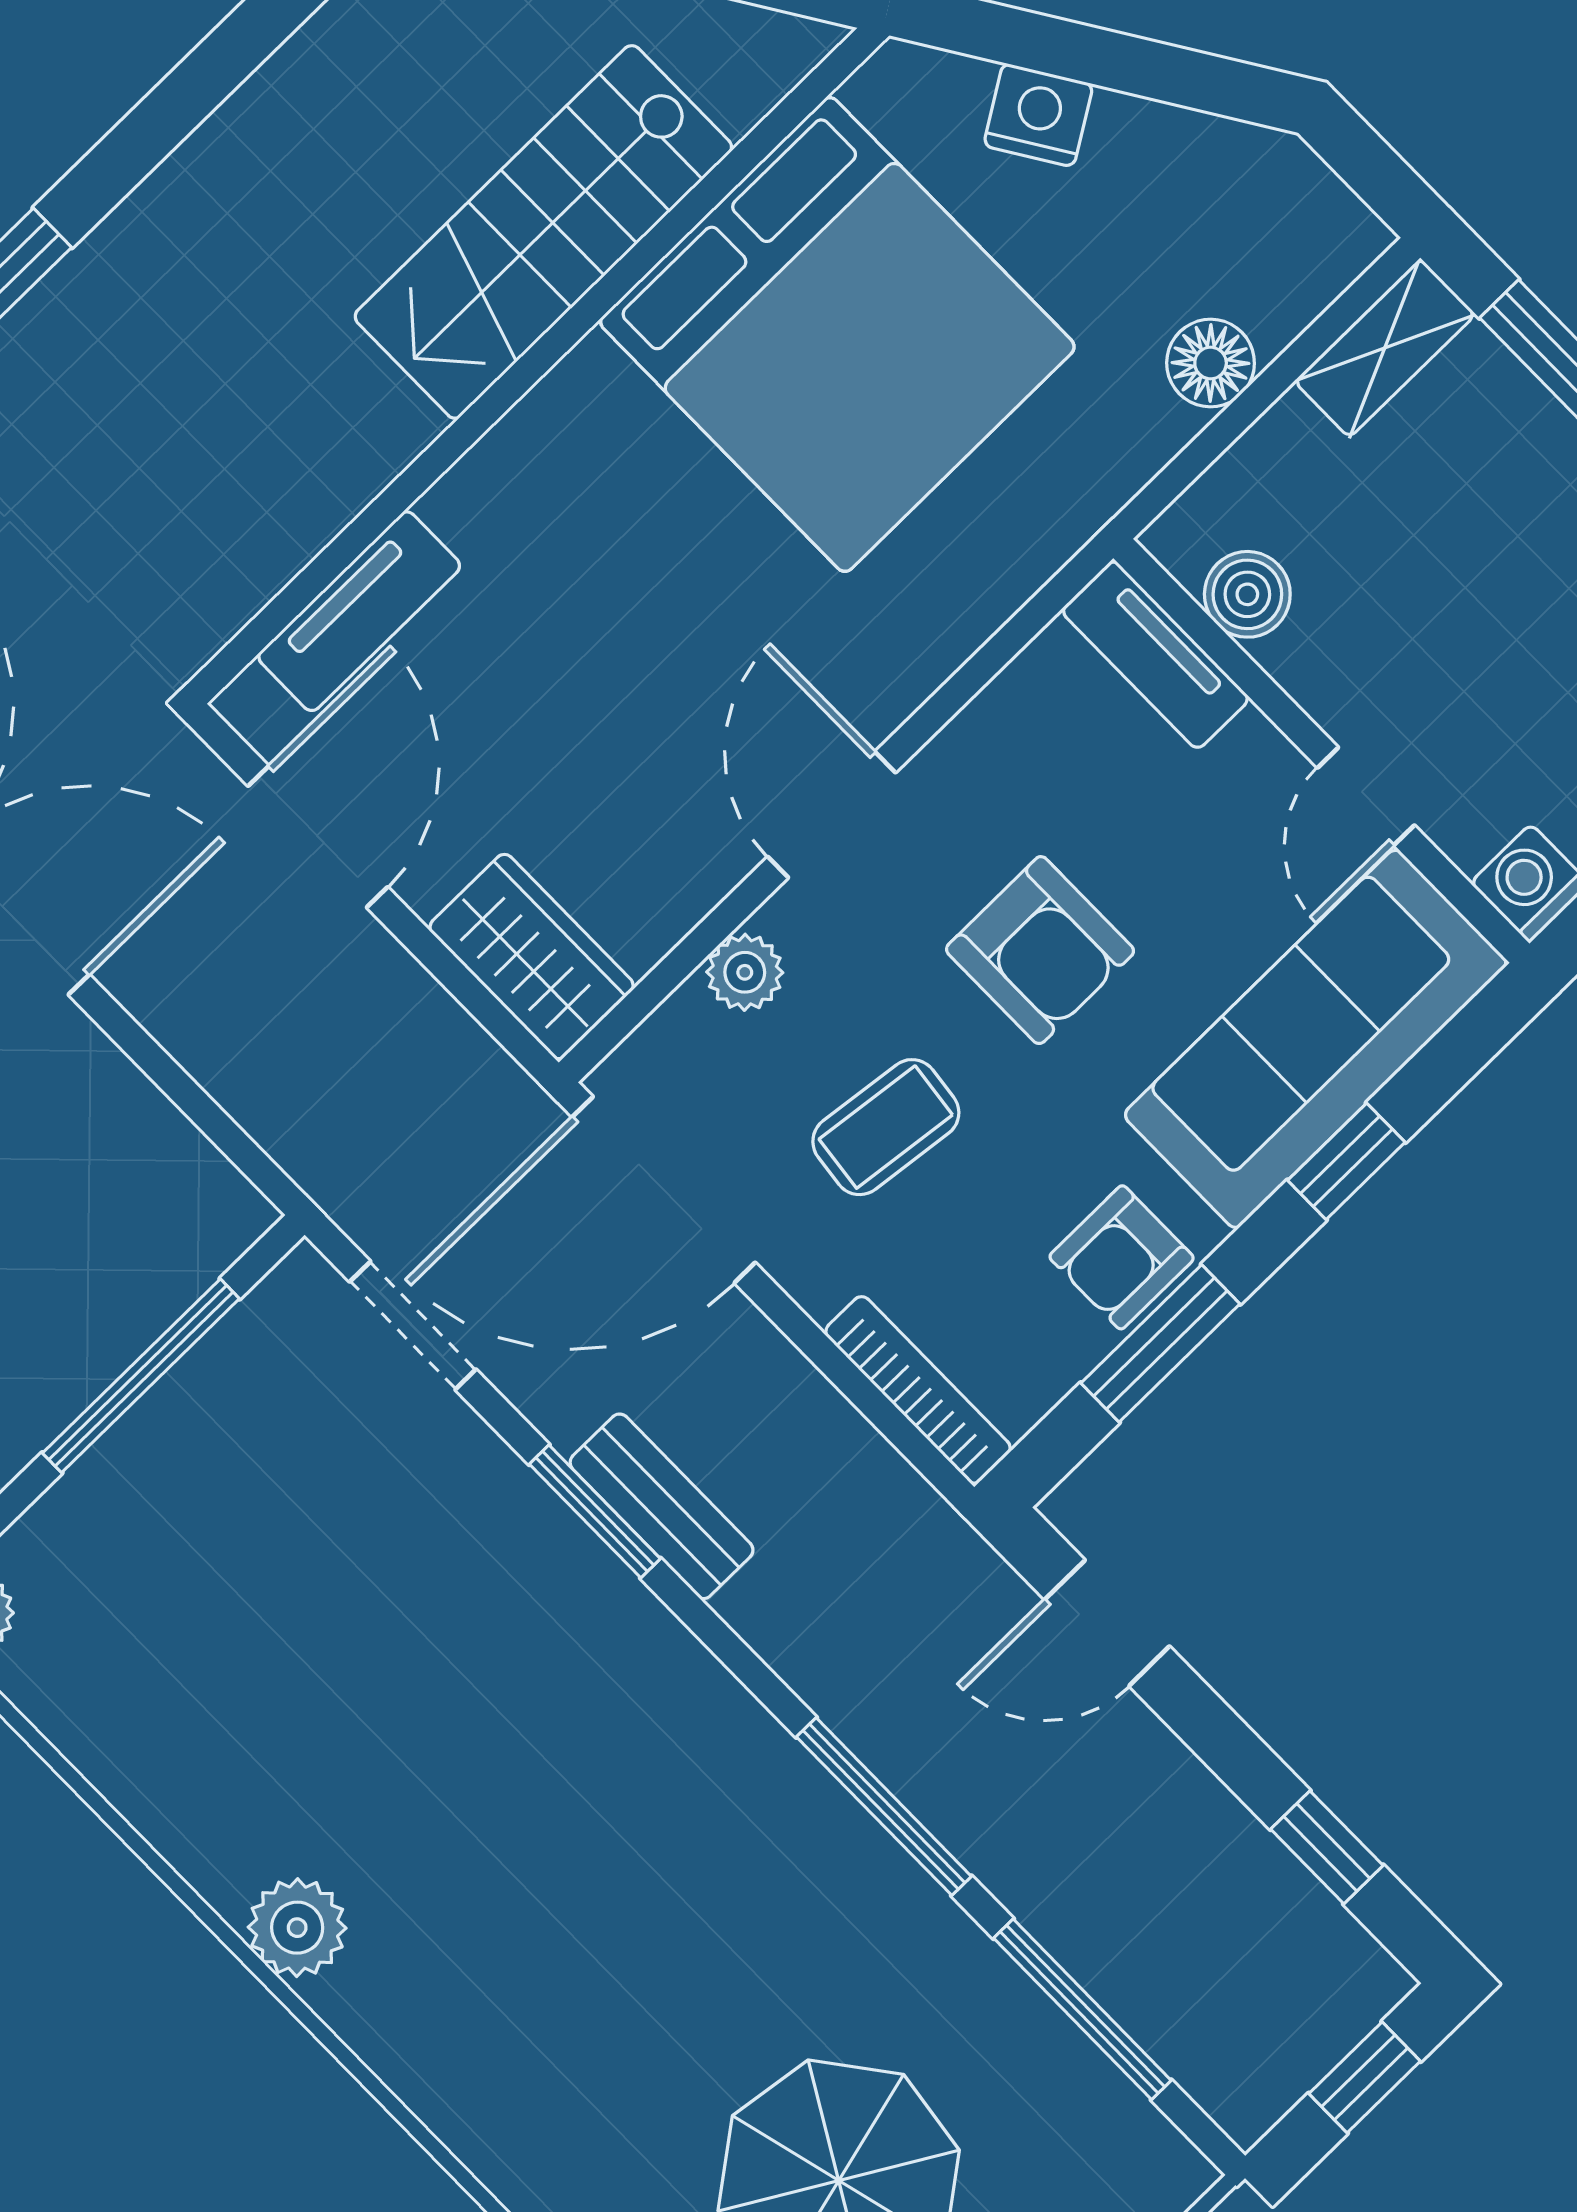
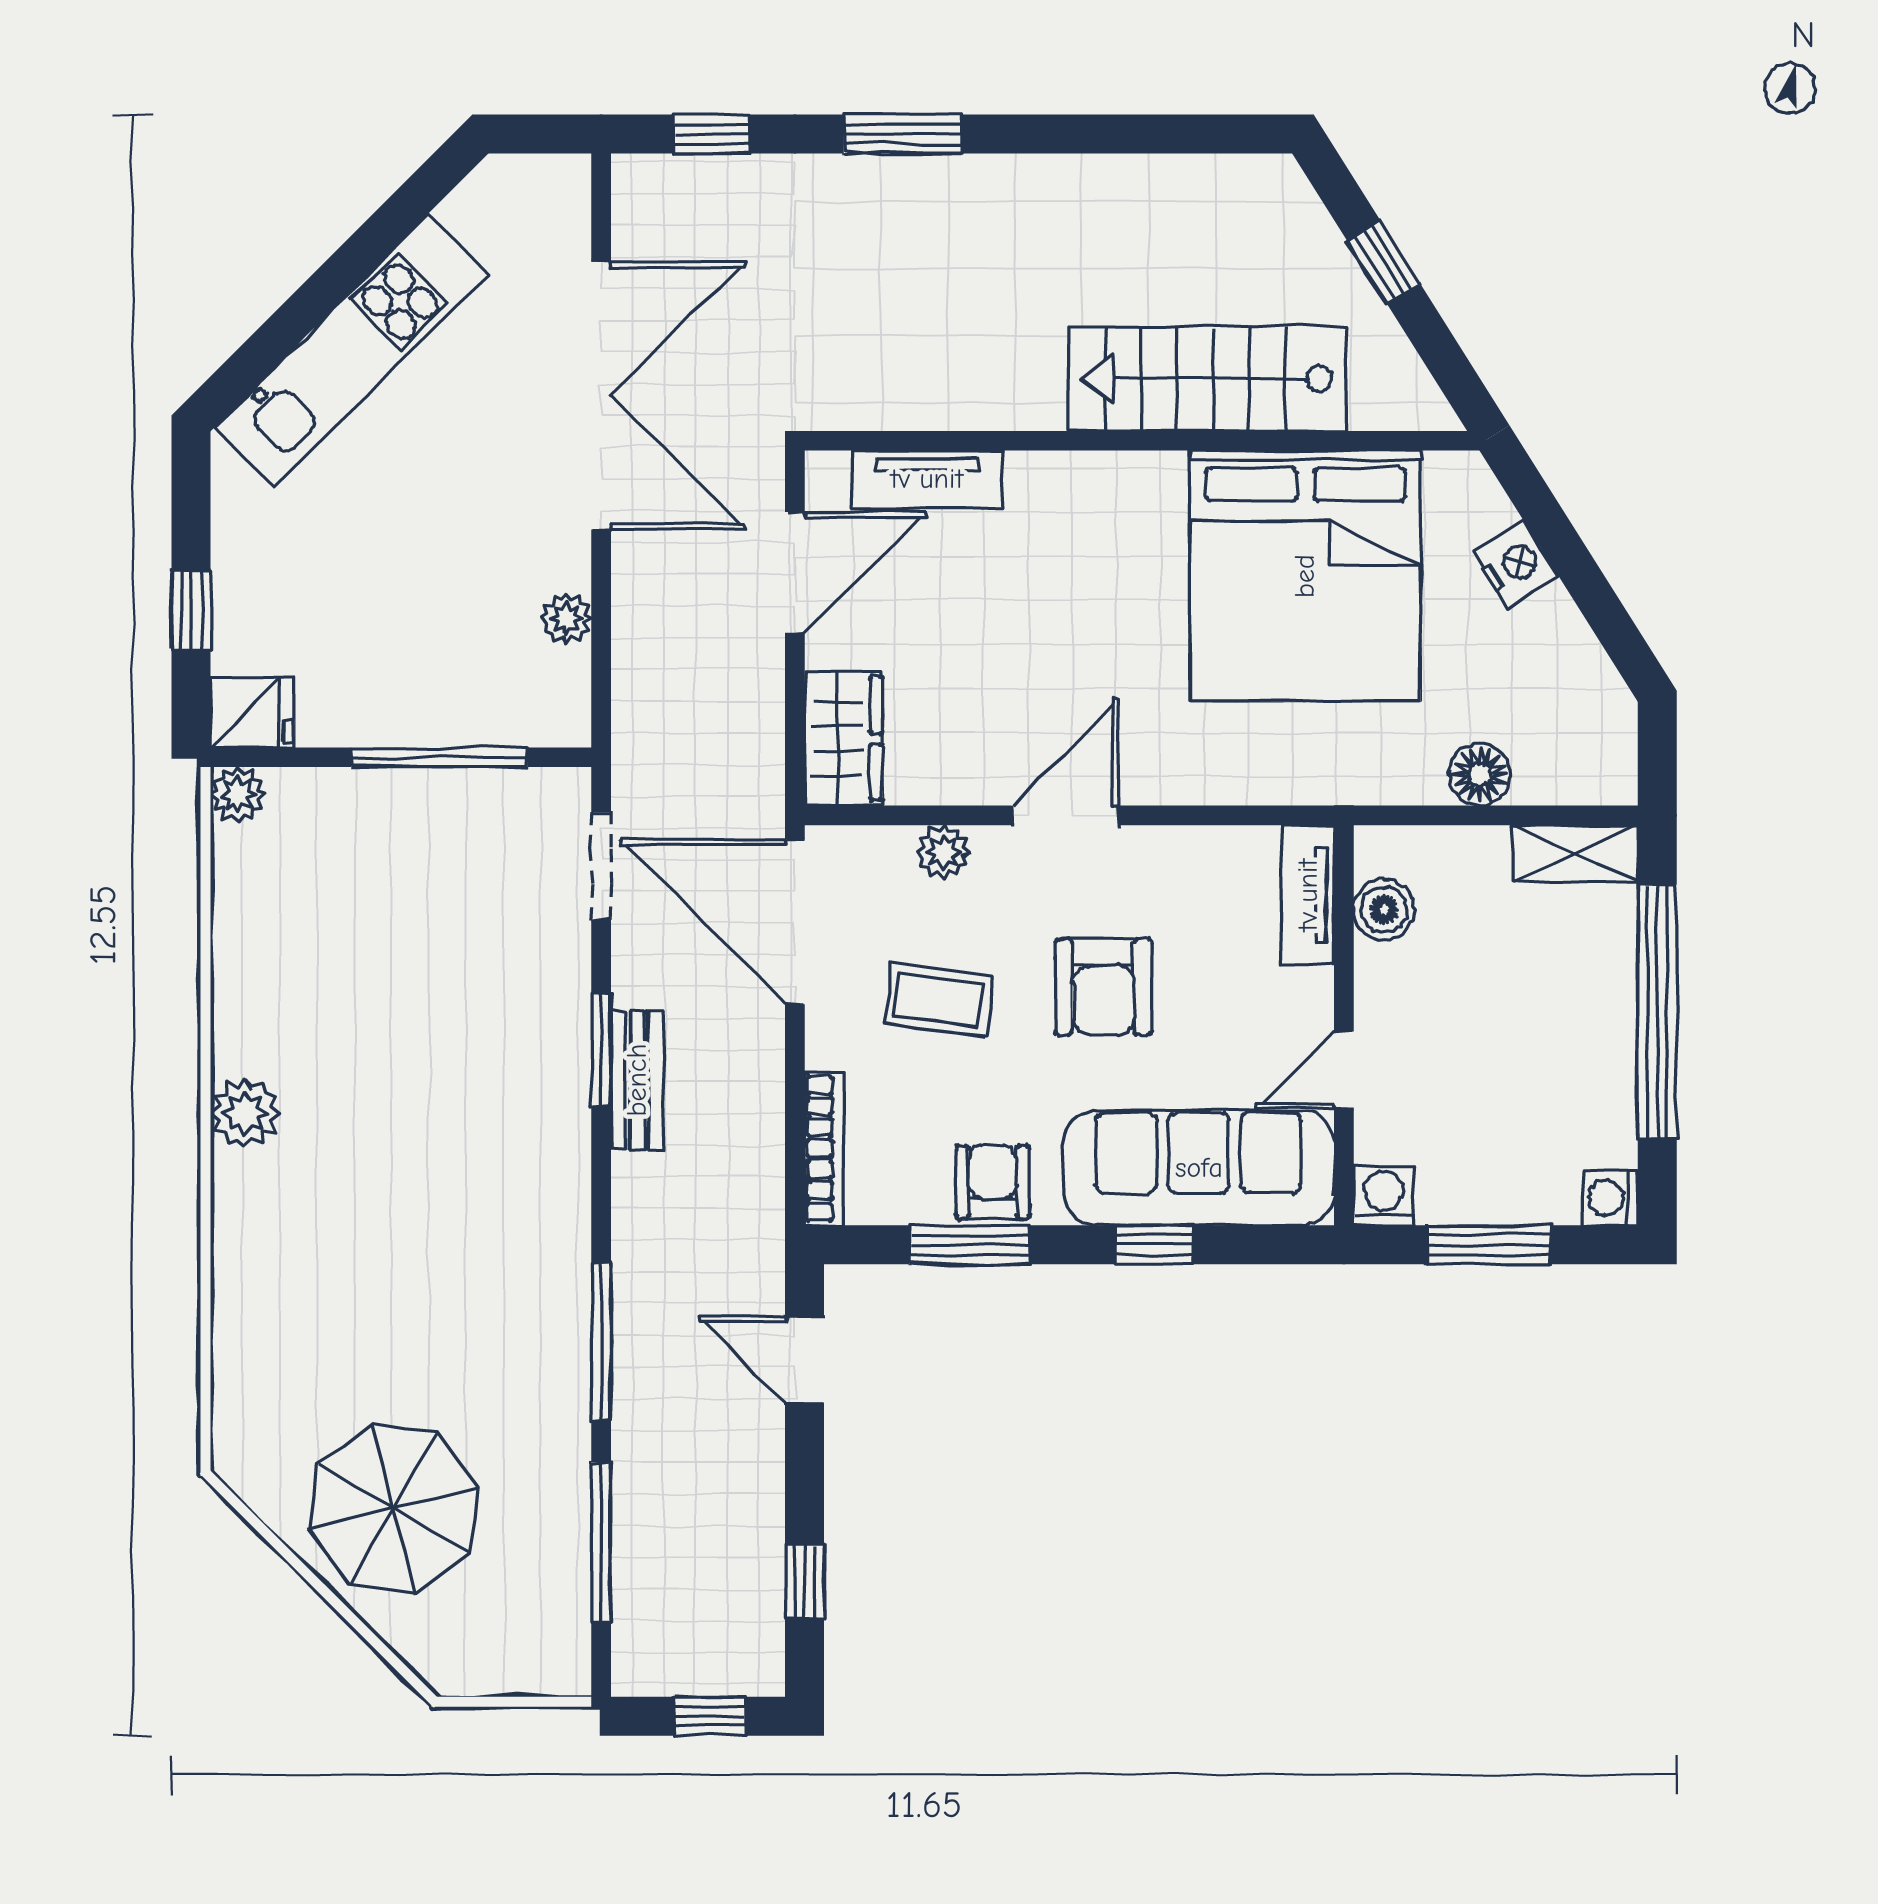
plant: (132, 1109) -> (566, 618), added
armchair: (1122, 1257) -> (993, 1182), turned 90

